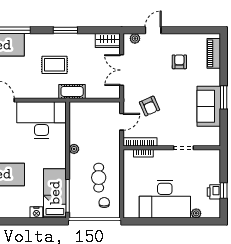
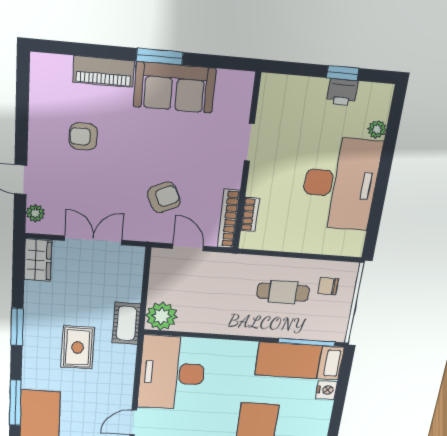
piano: (214, 53) -> (104, 72), moved
double door: (122, 70) -> (93, 240), swing flipped
plant: (74, 149) -> (161, 316), moved, width x1.87, depth x1.87

